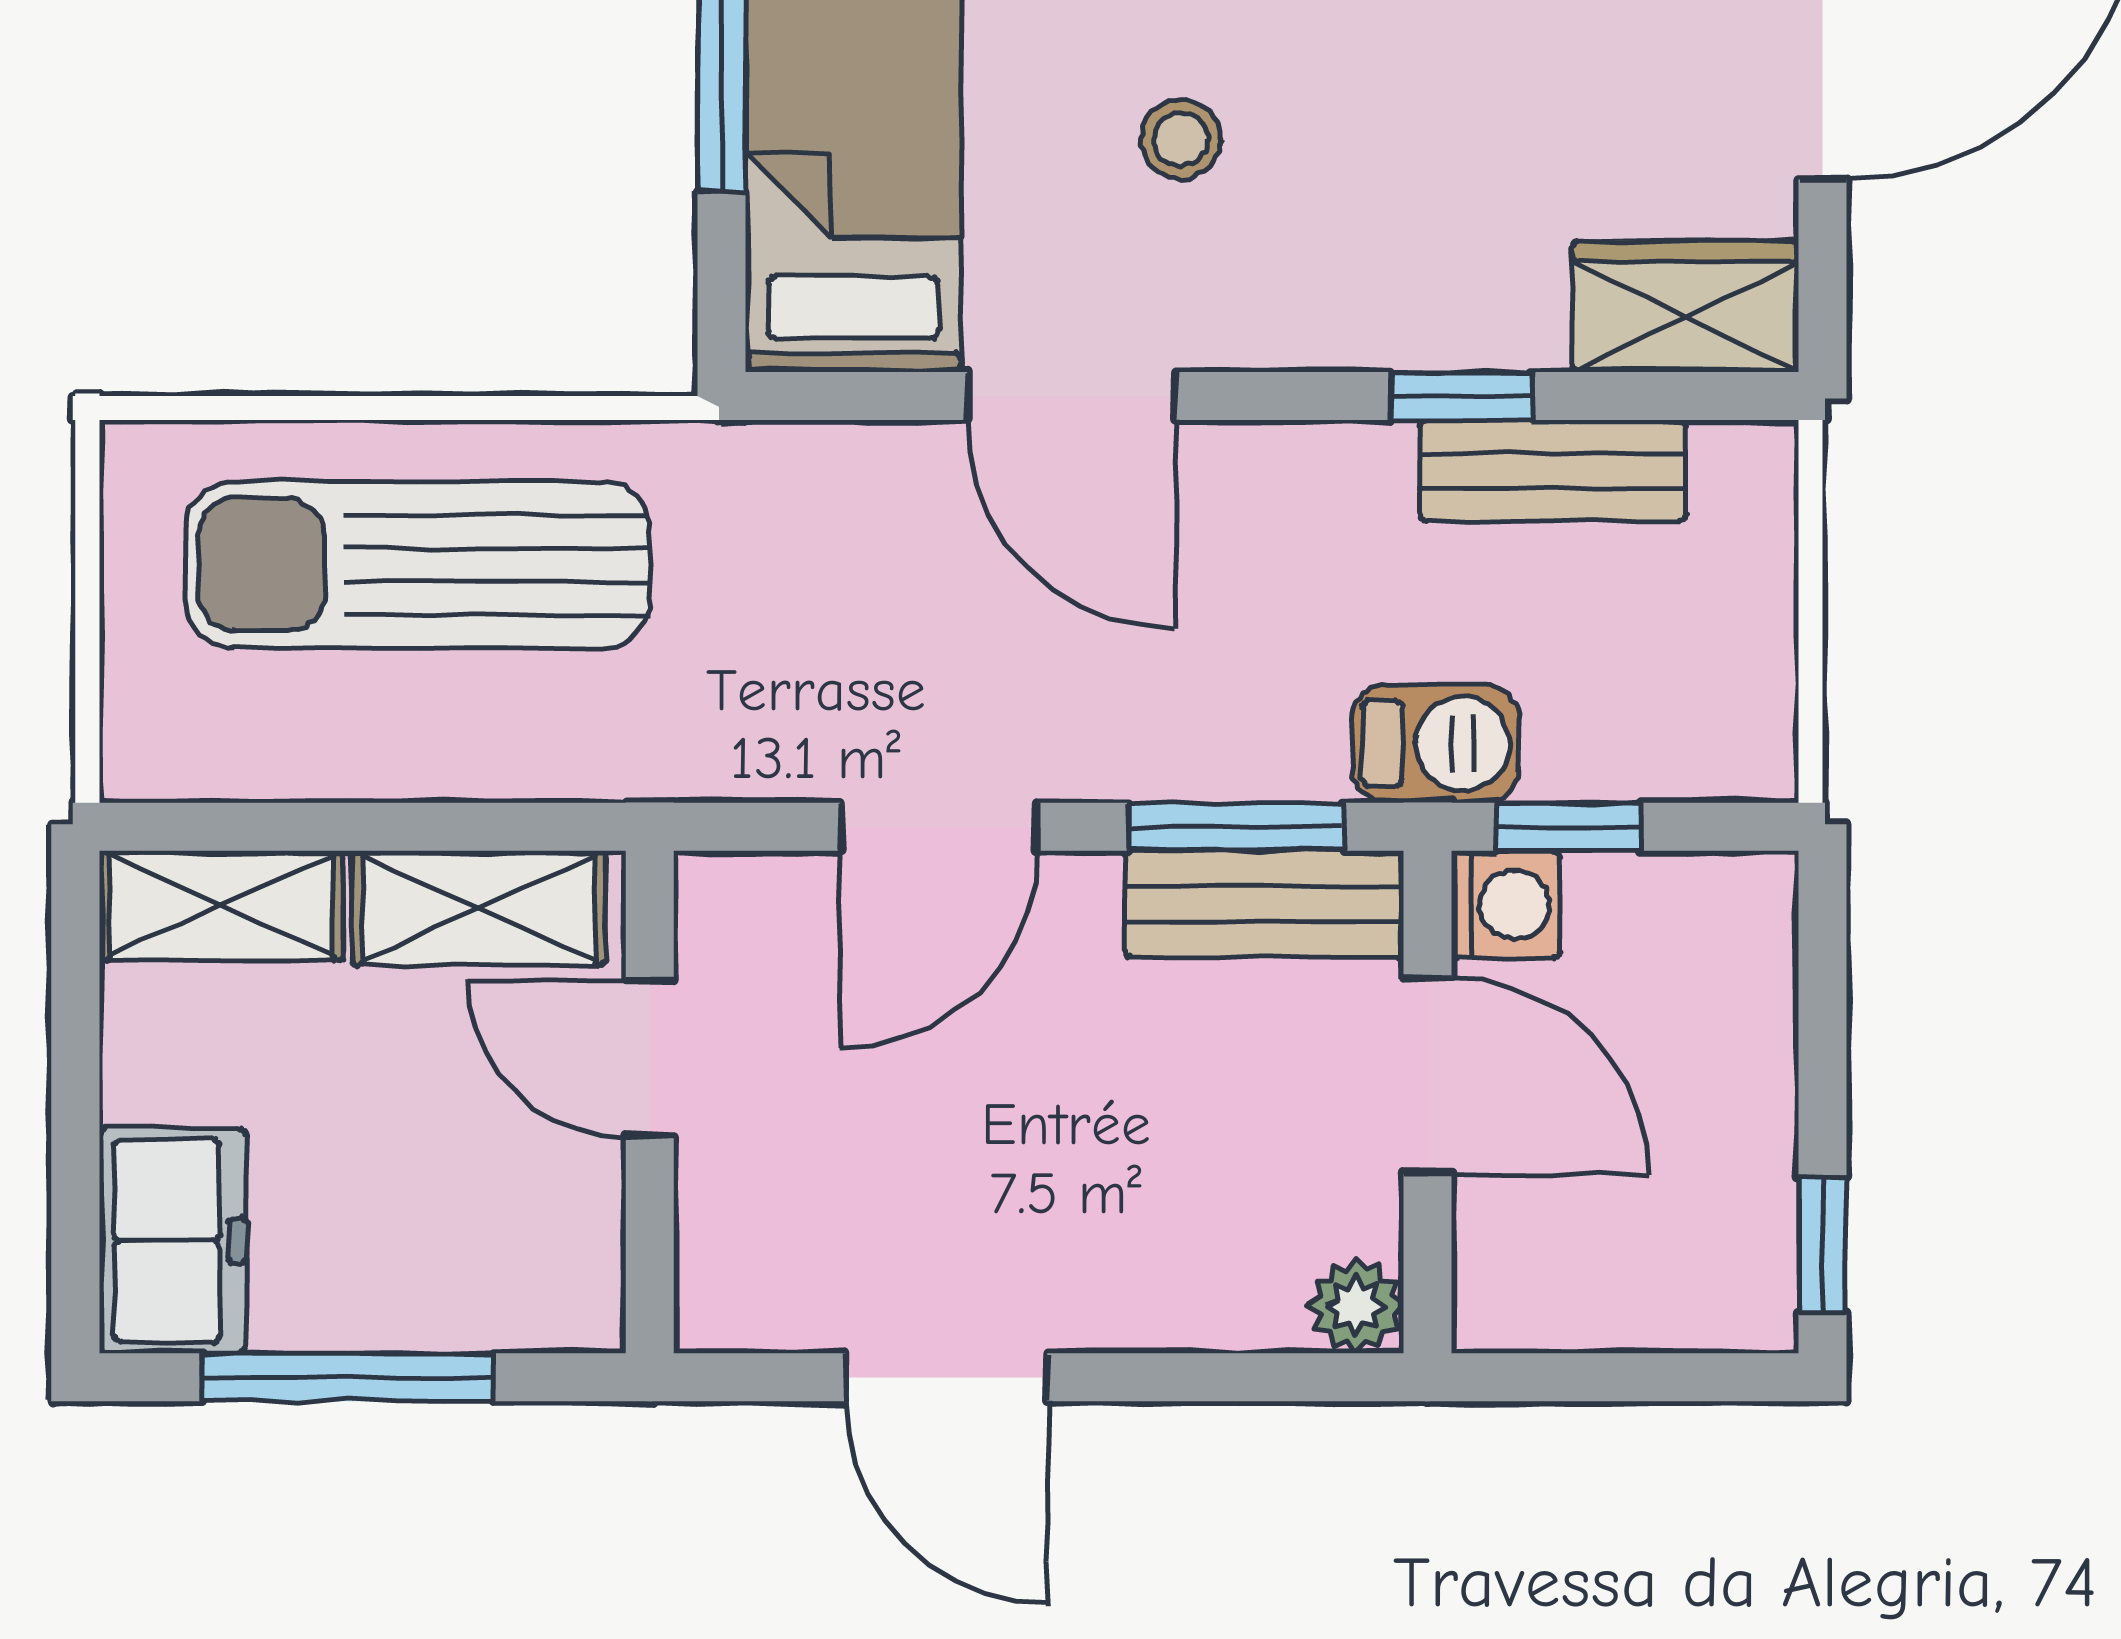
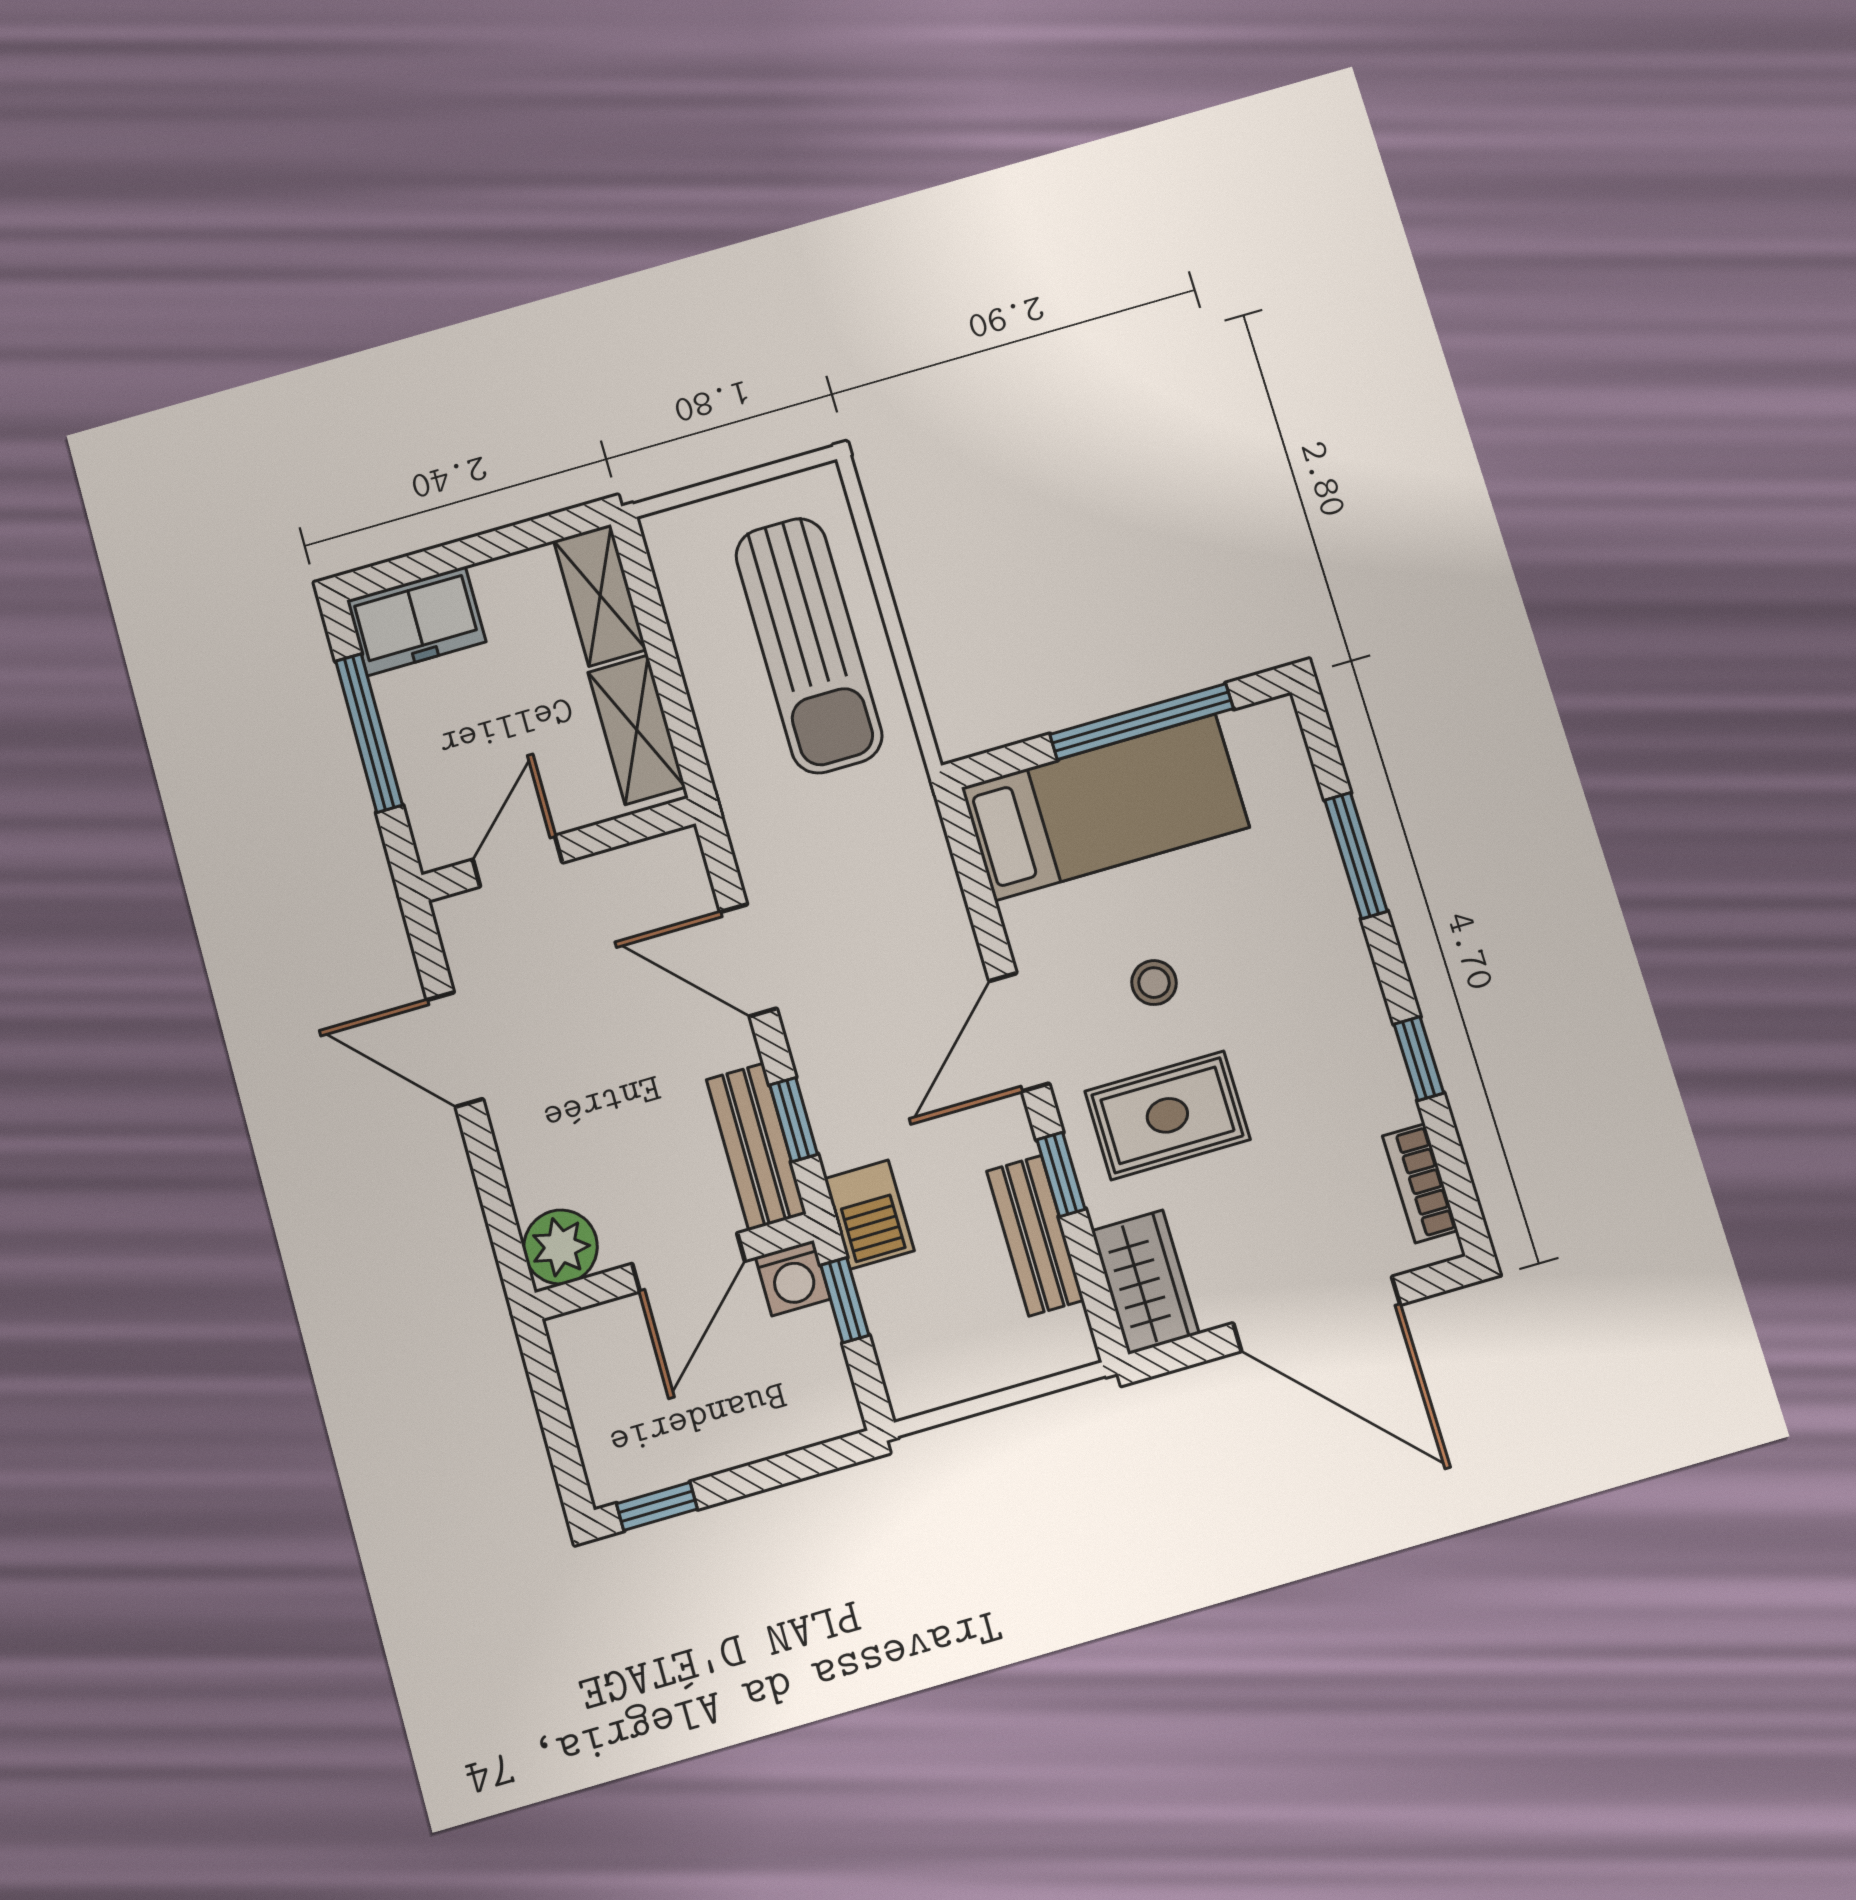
rug: (1414, 184) -> (1167, 1115), added
door: (1071, 396) -> (1019, 1032), moved
sun lounger: (418, 565) -> (809, 645), turned 180
window: (1236, 827) -> (794, 1120), width x0.67
door: (650, 1059) -> (518, 861), moved
plant: (1356, 1306) -> (560, 1247), width x1.38, depth x1.38
door: (946, 1377) -> (455, 1049), hinge flipped

